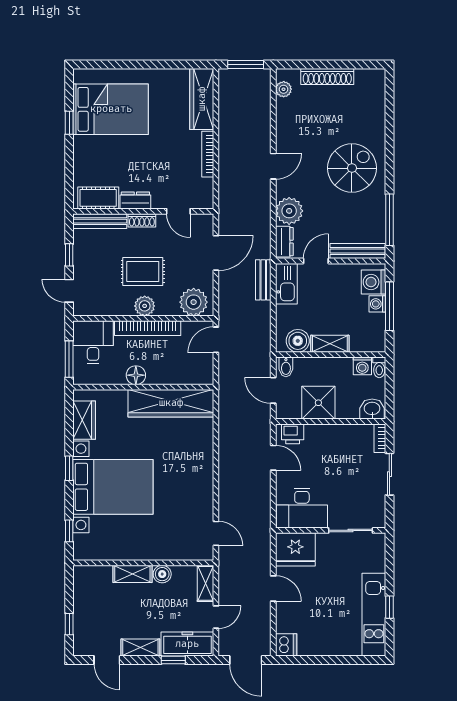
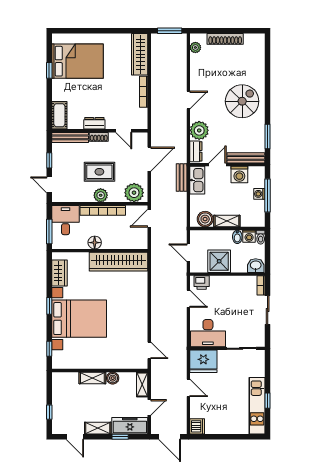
cot: (98, 198) -> (59, 115), moved, turned 90
window: (389, 220) -> (268, 136), width x0.69
washing machine: (373, 282) -> (239, 174), moved, turned -90
bidet: (286, 367) -> (237, 237), moved

